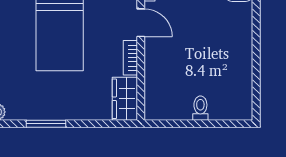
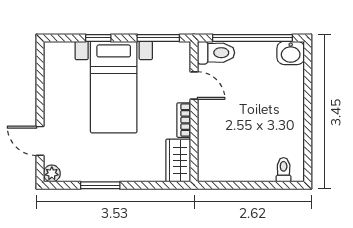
toilet: (200, 108) -> (284, 170), moved

